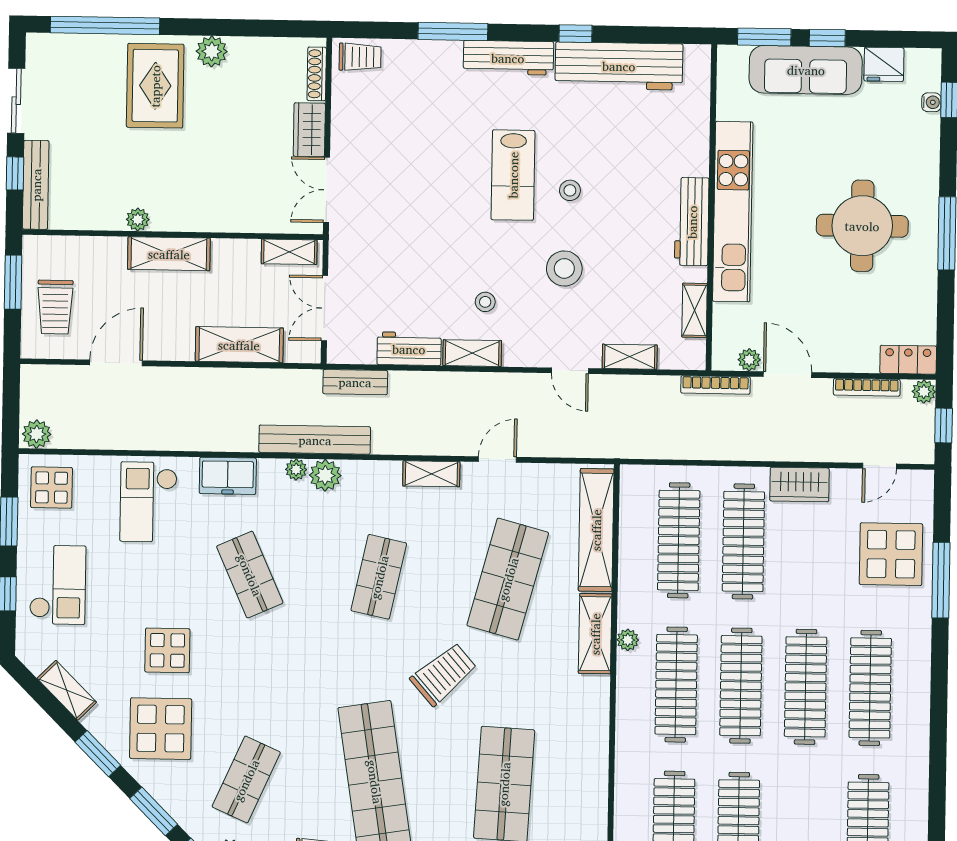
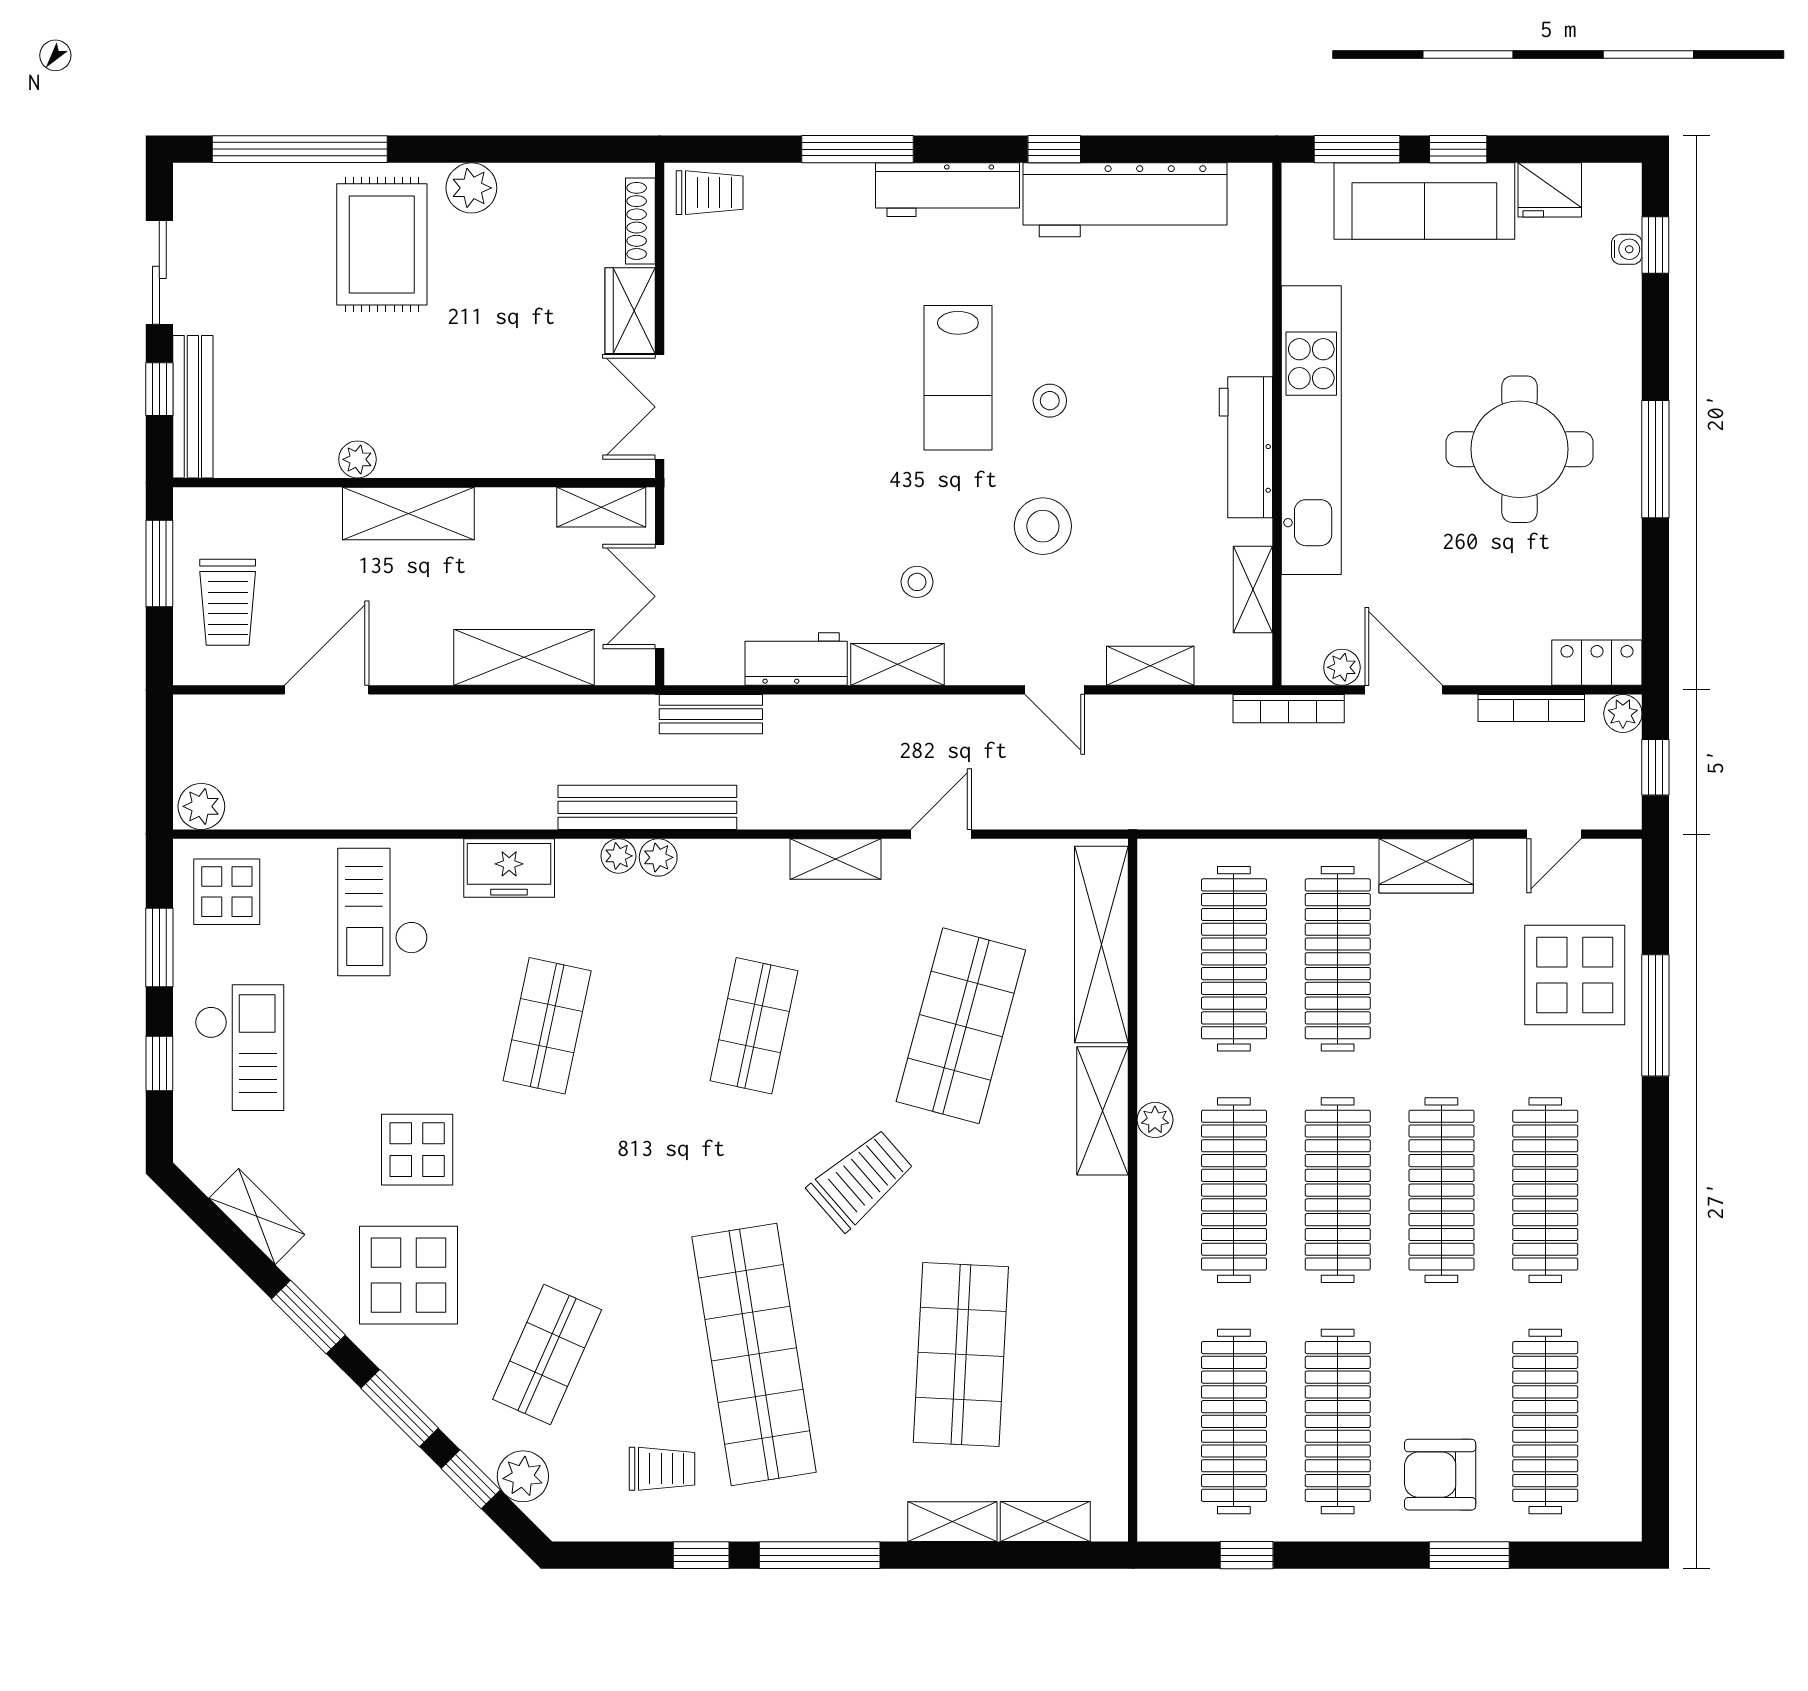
plant: (325, 475) -> (658, 857), width x0.73, depth x0.73
shop shelf: (250, 575) -> (547, 1026), turned 36

